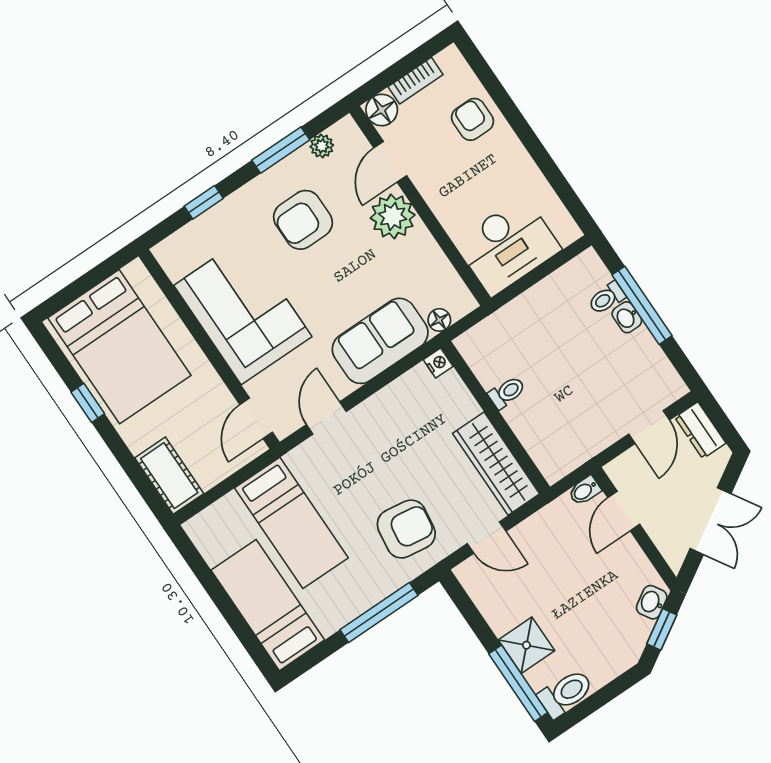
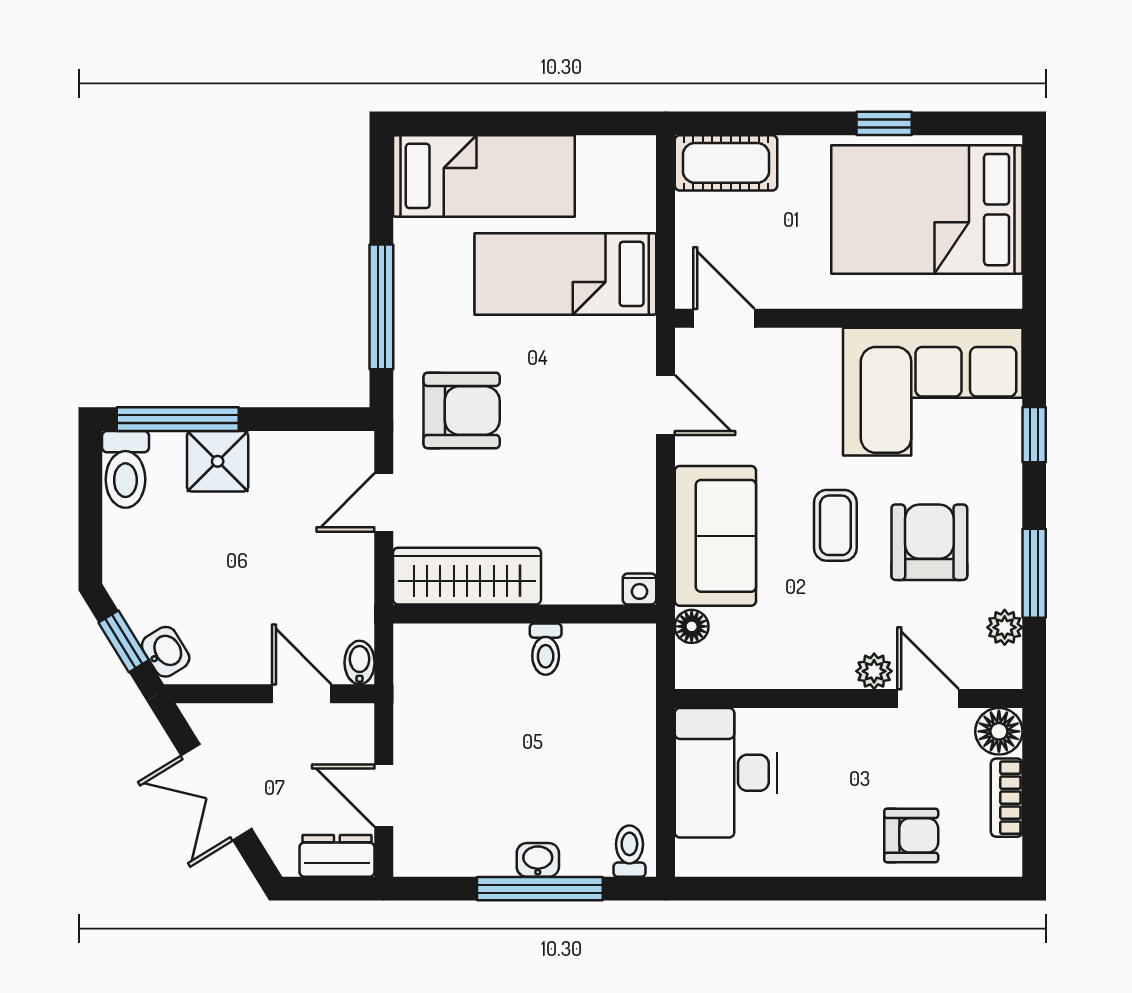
plant: (393, 216) -> (874, 671), width x0.53, depth x0.53
coffee table: (329, 278) -> (835, 525), added
toilet: (607, 298) -> (629, 851), moved
corner sofa: (243, 311) -> (933, 392), moved
armchair: (406, 529) -> (462, 410), turned -98

